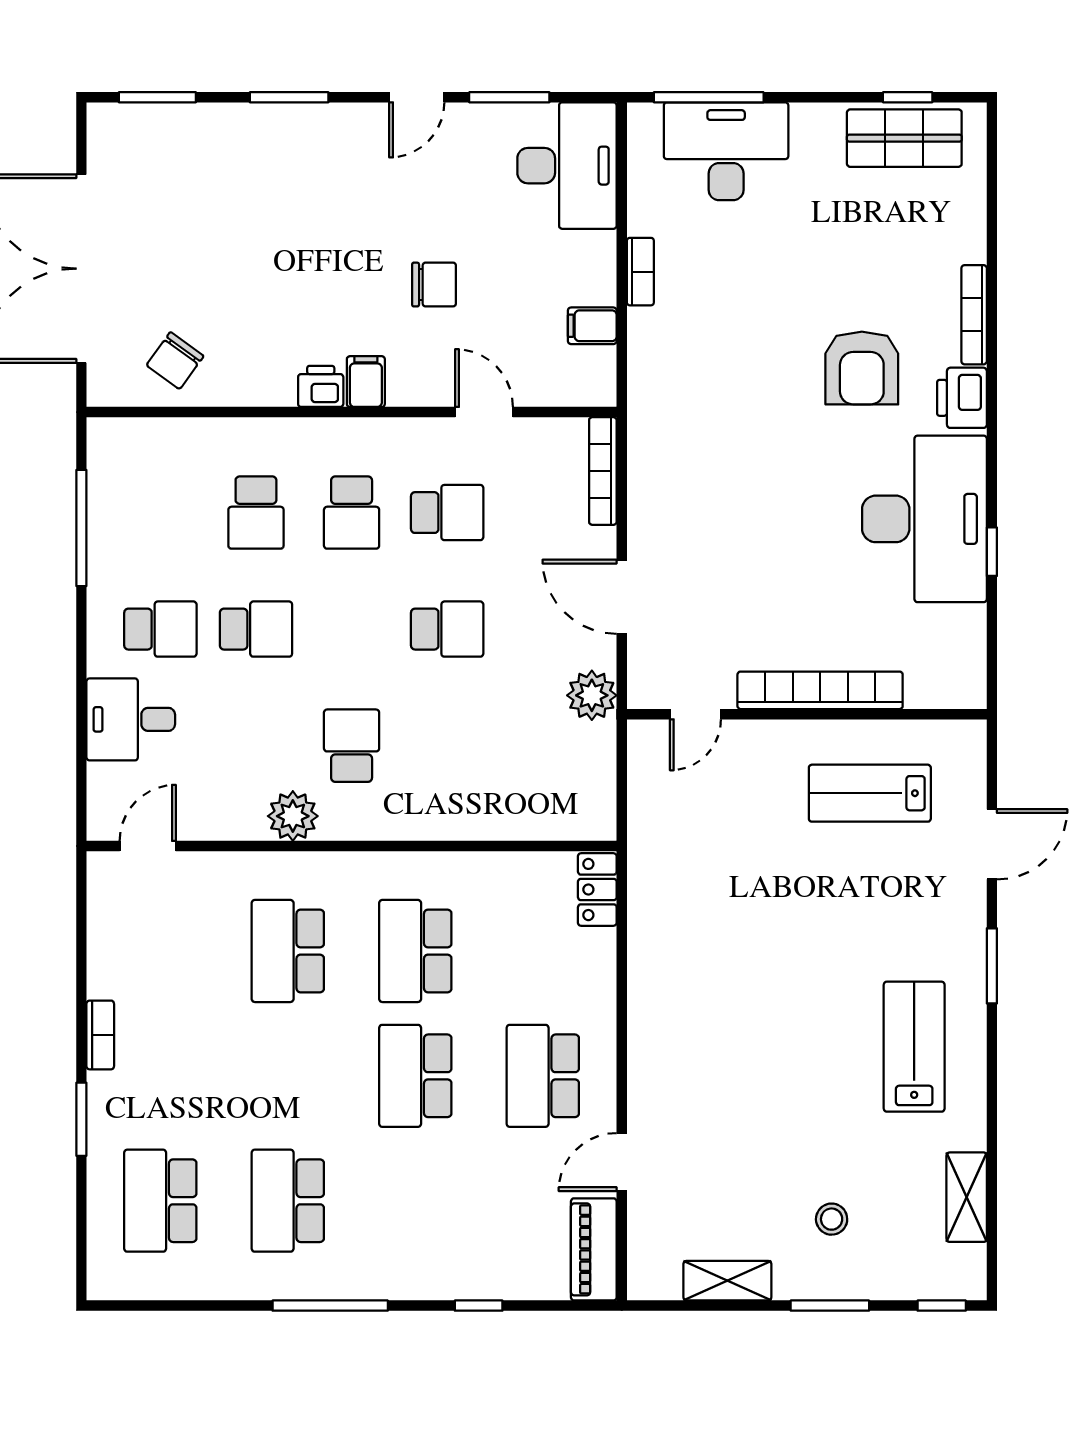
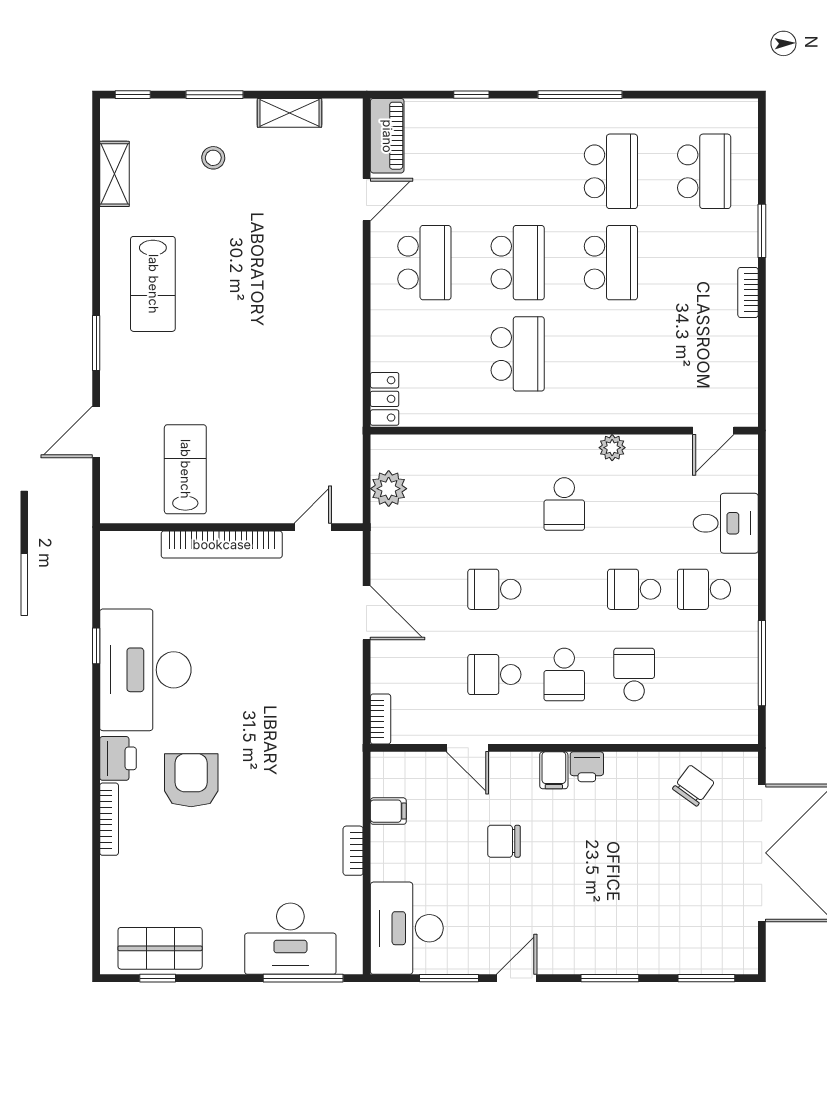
bookcase: (603, 471) -> (381, 719), width x0.64
school desk: (352, 513) -> (564, 675), turned 180
plant: (592, 695) -> (389, 489), moved
lab bench: (870, 793) -> (185, 469), turned -90
plant: (293, 816) -> (612, 448), width x0.73, depth x0.73
school desk: (288, 951) -> (611, 263), moved

